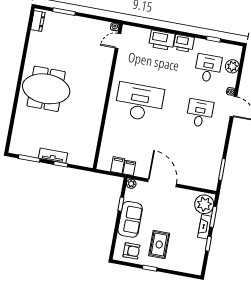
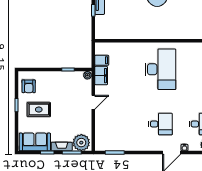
filing cabinet: (129, 168) -> (101, 76), width x2.00
door: (162, 183) -> (93, 102), width x0.53
sofa: (130, 219) -> (35, 142), moved, turned 180

